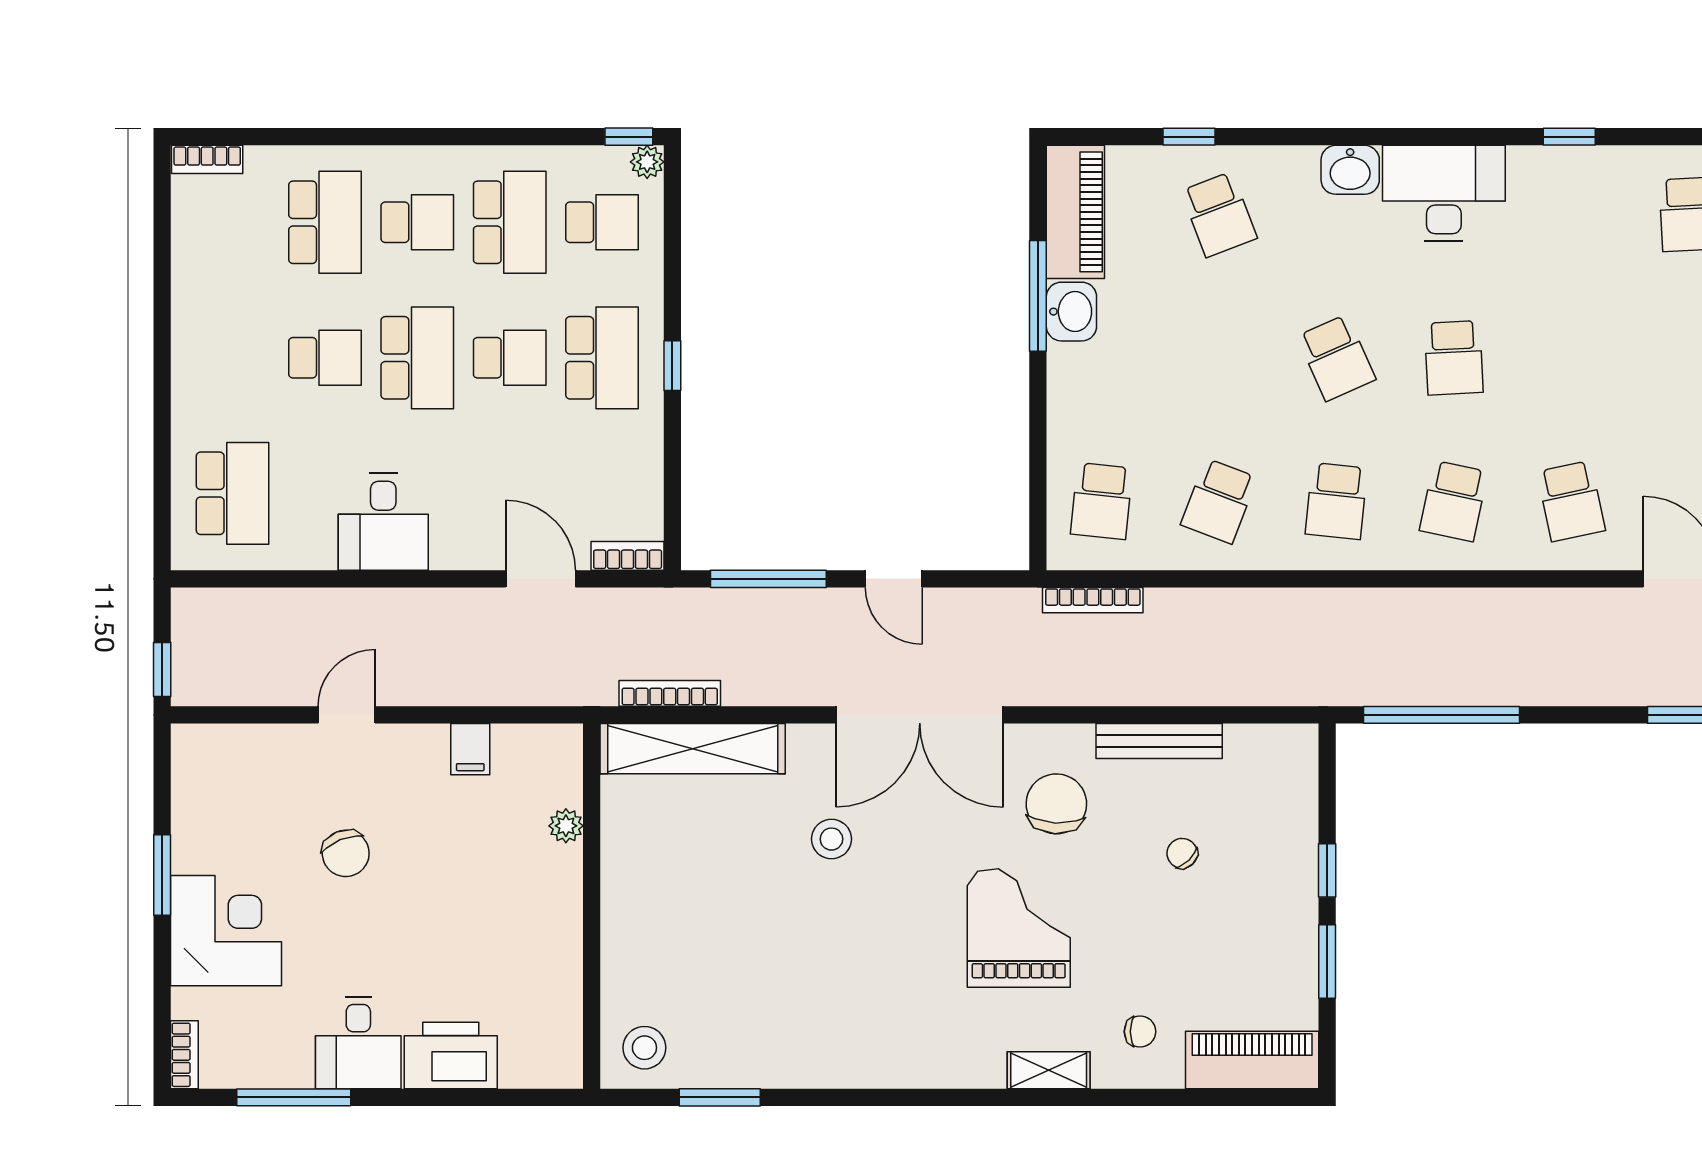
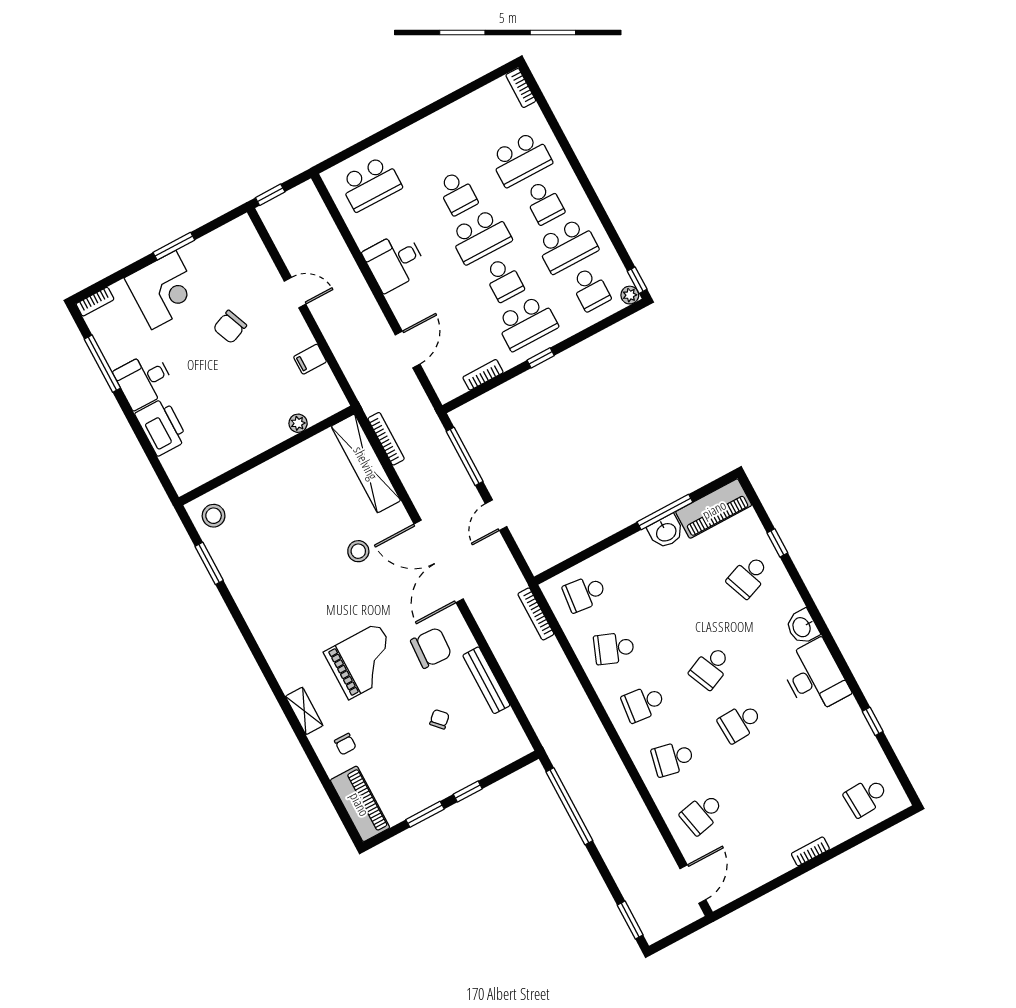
bookcase: (628, 556) -> (483, 375), moved, turned -90

